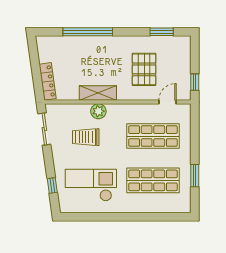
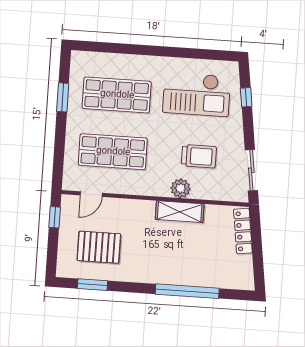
pallet: (144, 69) -> (99, 247), moved, turned 90

